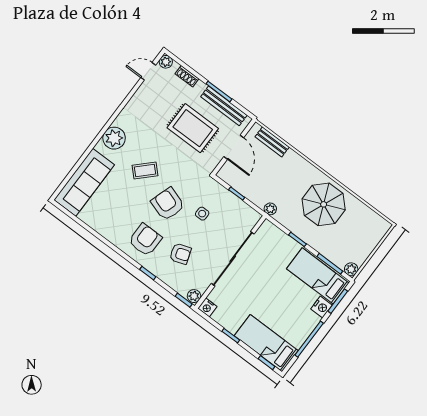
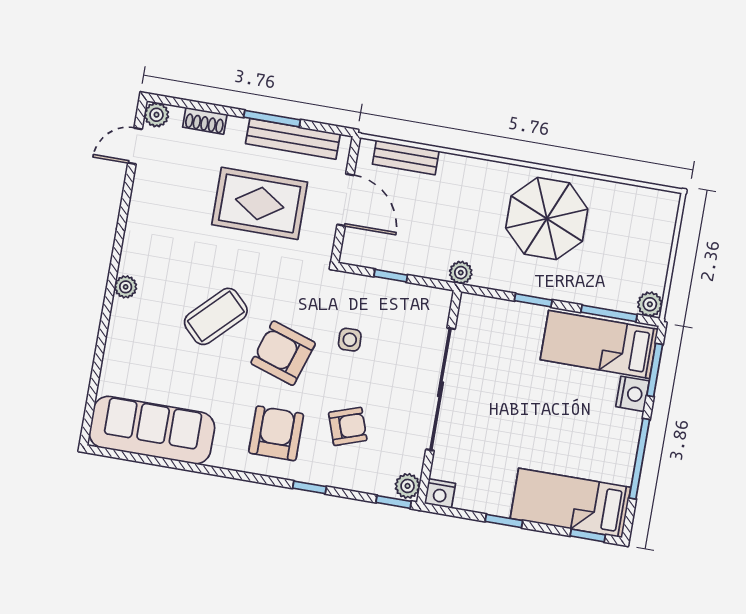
plant: (114, 138) -> (126, 287), width x0.53, depth x0.53
coffee table: (145, 171) -> (216, 316), width x1.36, depth x1.30
sofa: (84, 182) -> (152, 430), moved, turned -90

